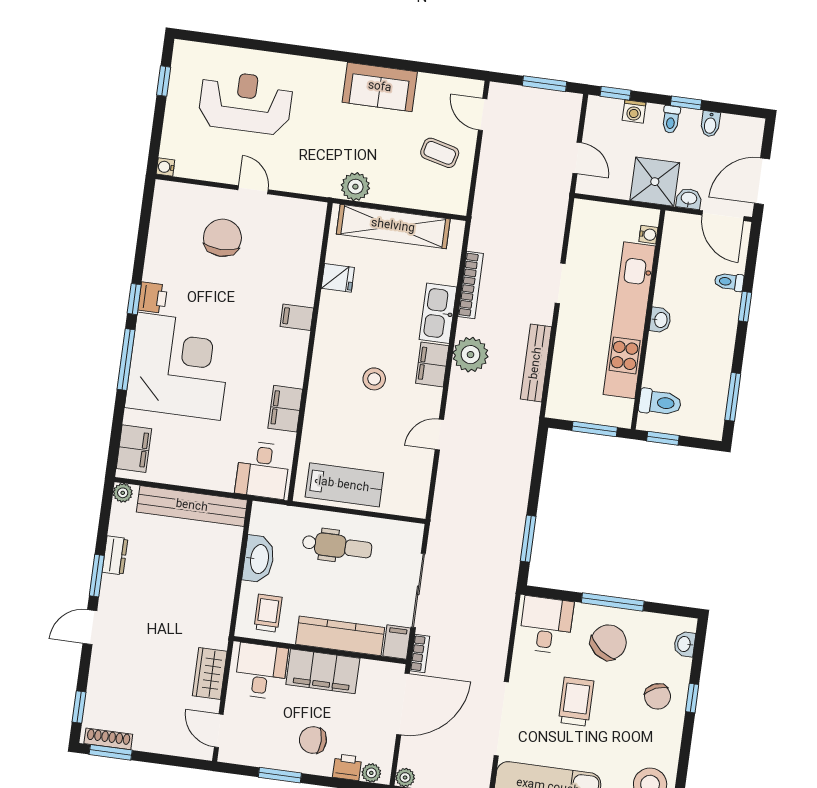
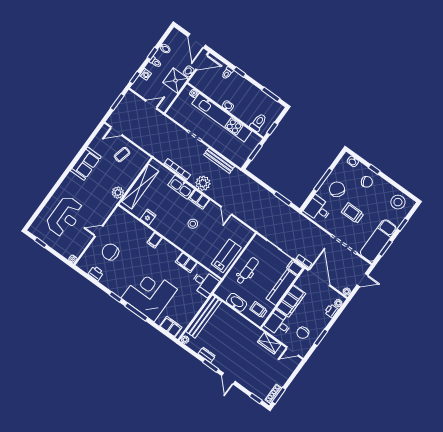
reception desk: (246, 102) -> (65, 216), turned 180
printer: (153, 298) -> (96, 273), moved
chair: (313, 740) -> (303, 333), moved

